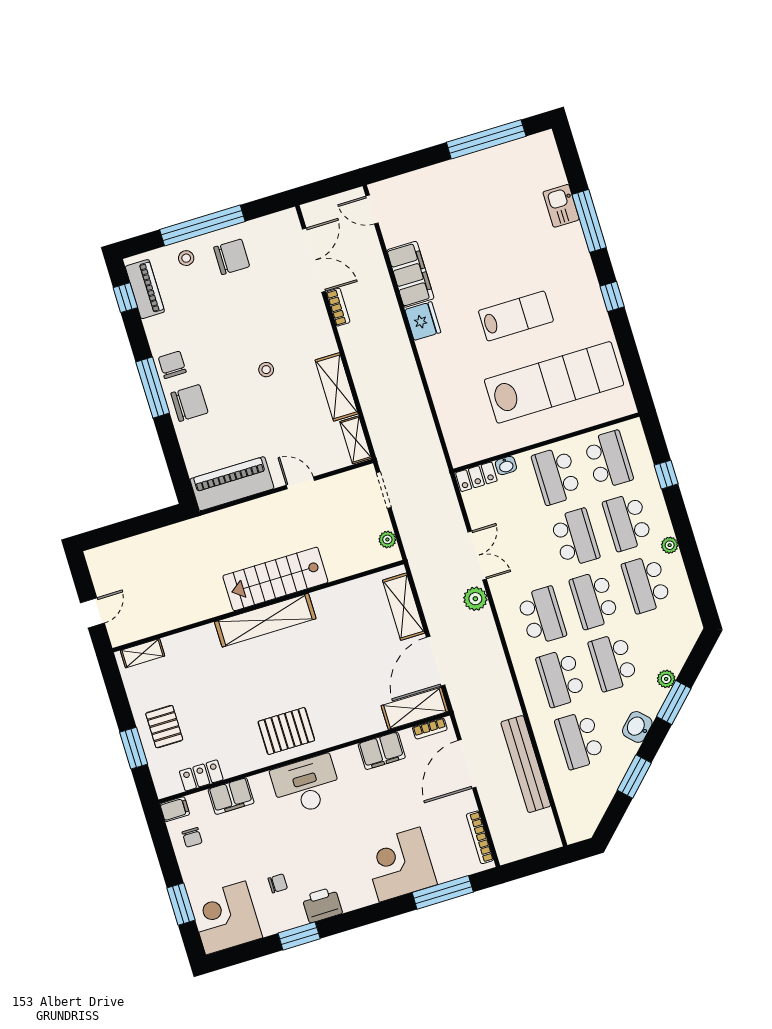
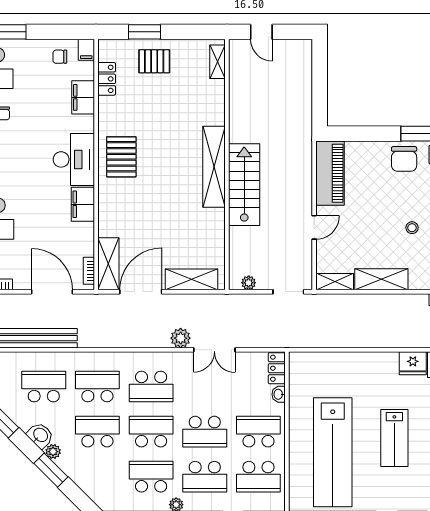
school desk: (627, 522) -> (205, 477), turned 180
door: (436, 661) -> (141, 292), hinge flipped
plant: (666, 679) -> (53, 452), moved
filing cabinet: (382, 751) -> (83, 204), moved

